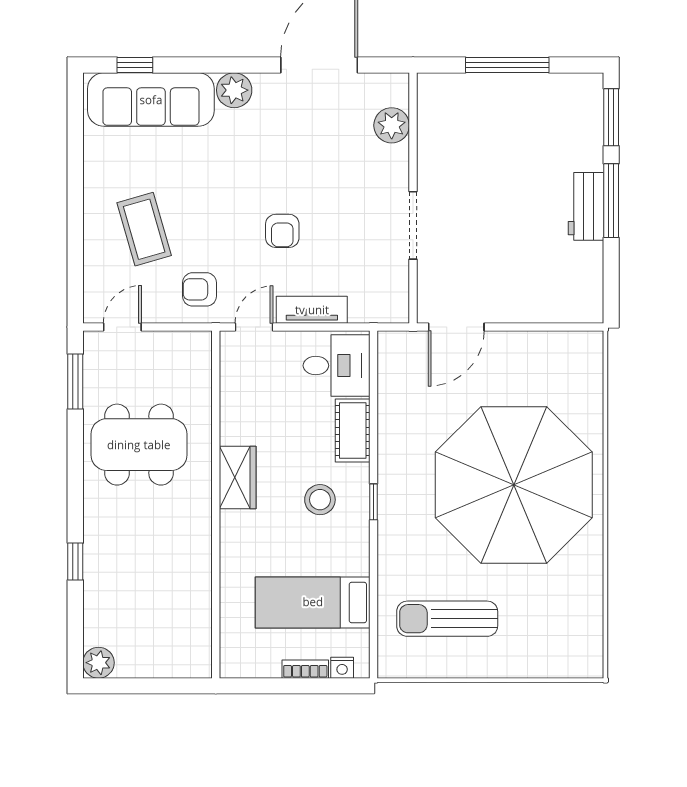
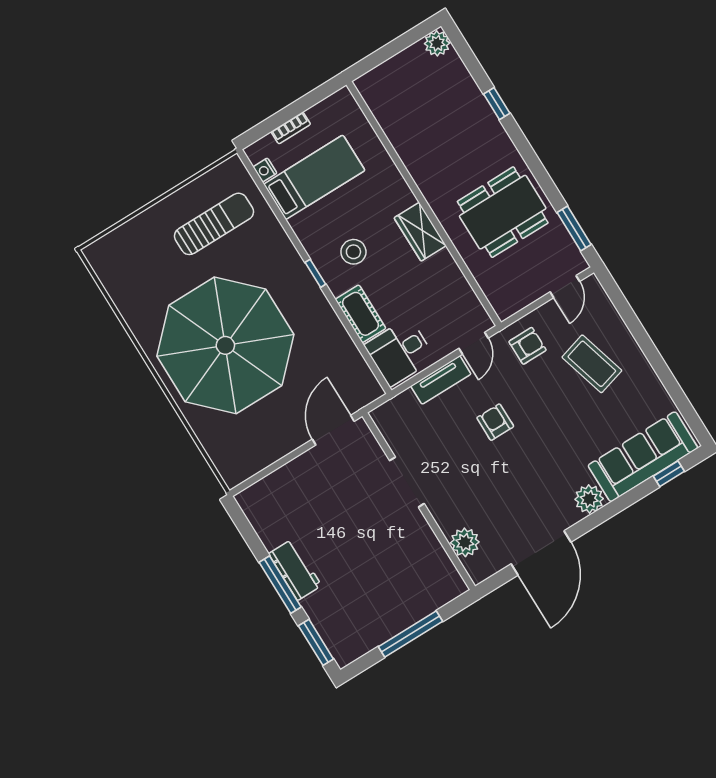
nightstand: (342, 668) -> (265, 170), moved, turned -90

